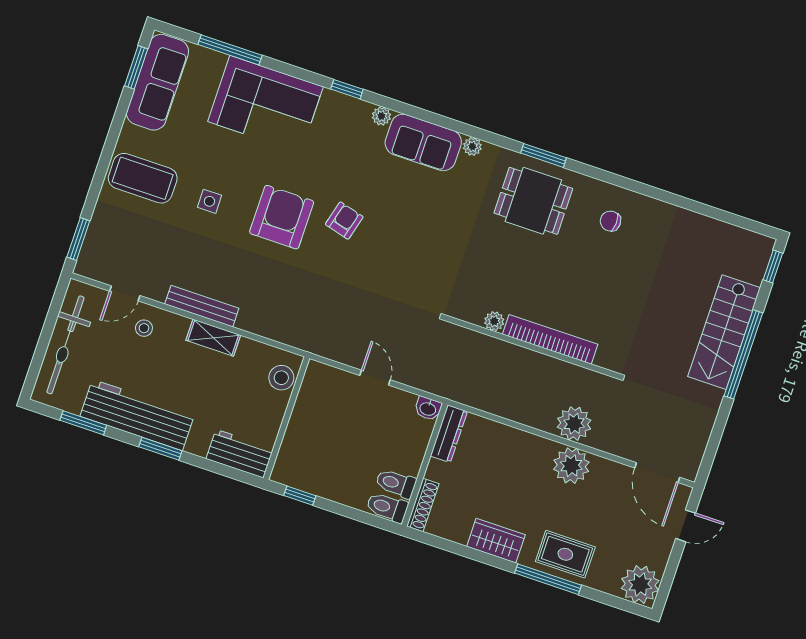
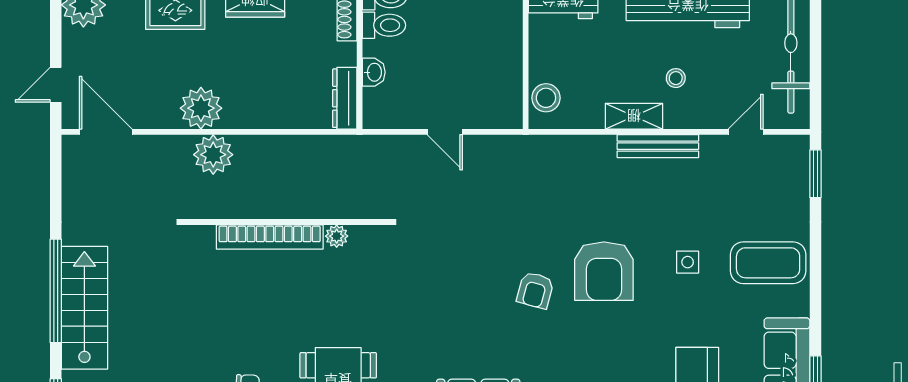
stool: (144, 328) -> (676, 78), moved
washbasin: (428, 409) -> (374, 72), moved, turned 90

